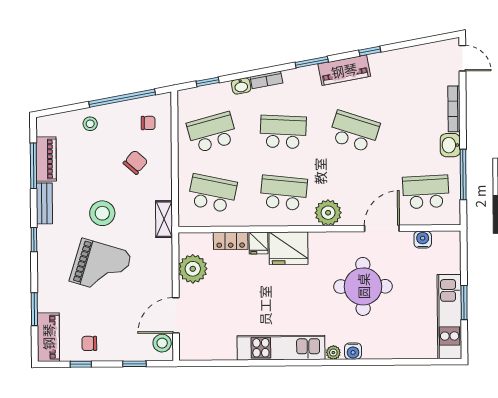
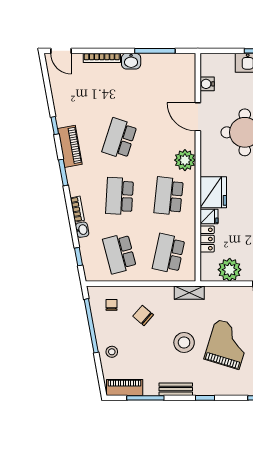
door: (462, 58) -> (61, 51), swing flipped
piano: (46, 159) -> (125, 388), moved
school desk: (426, 192) -> (169, 81), removed

